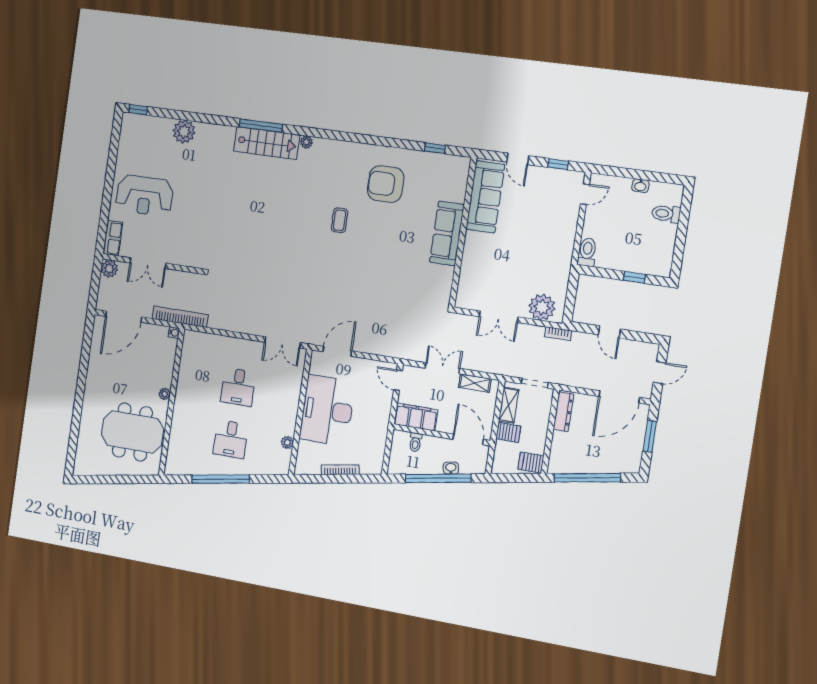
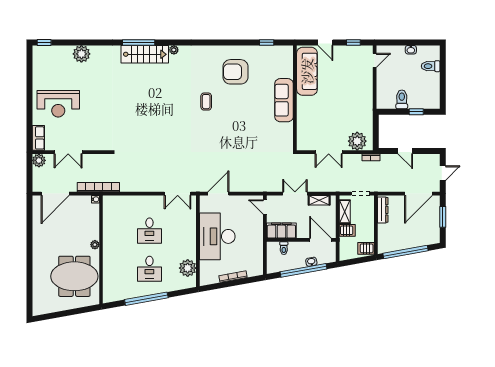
toilet: (587, 252) -> (402, 99), moved
plant: (287, 442) -> (188, 268), width x1.87, depth x1.87

